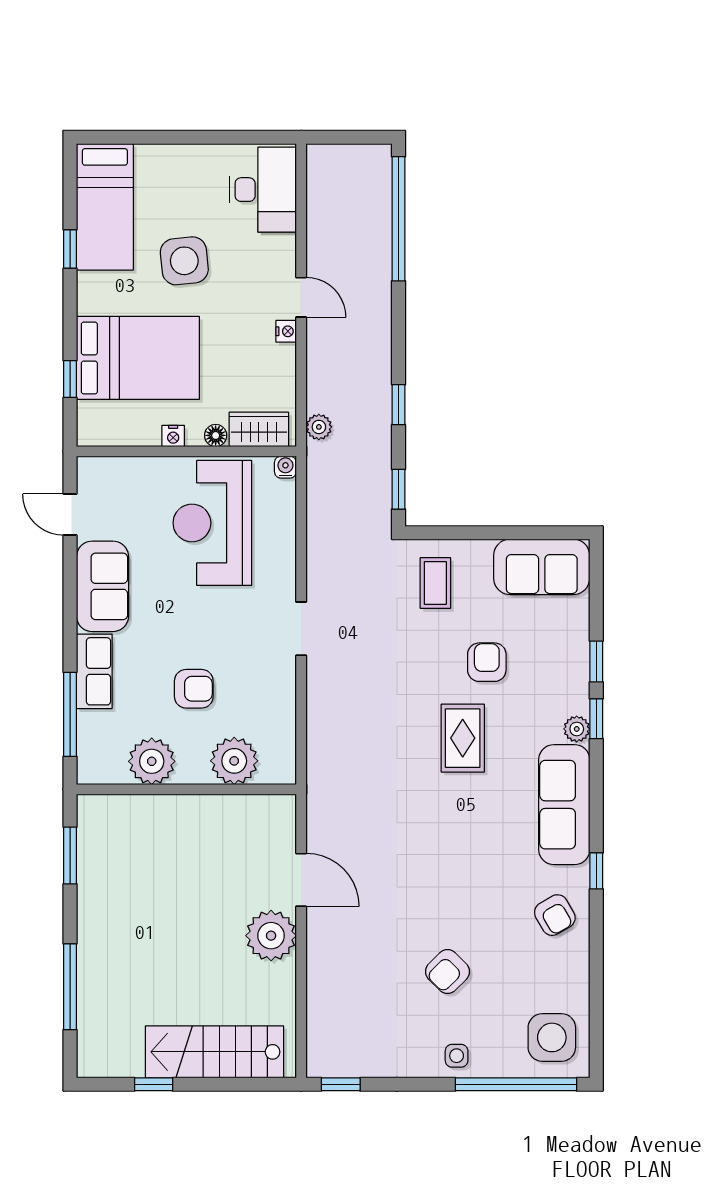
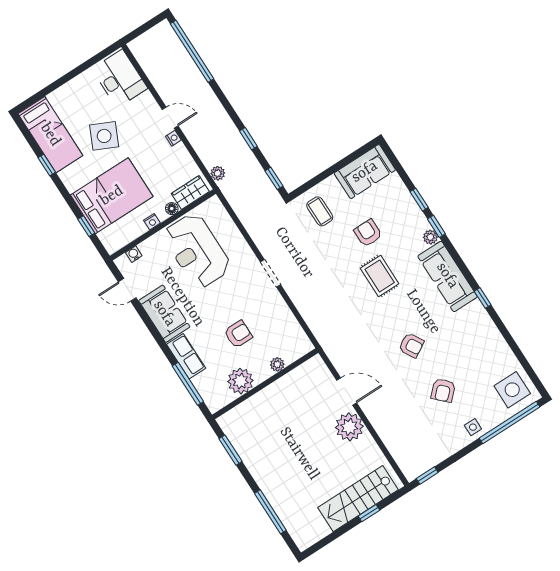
side table: (184, 261) -> (104, 136), turned 31
water cooler: (285, 467) -> (134, 254), moved
plant: (234, 761) -> (277, 364), width x0.53, depth x0.53
armchair: (555, 915) -> (411, 345), moved
window: (154, 1084) -> (369, 513), moved

